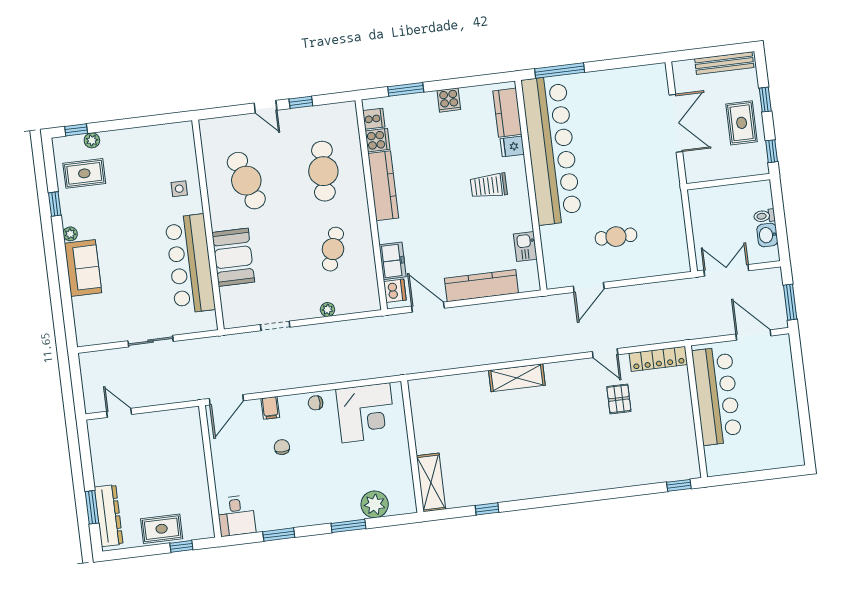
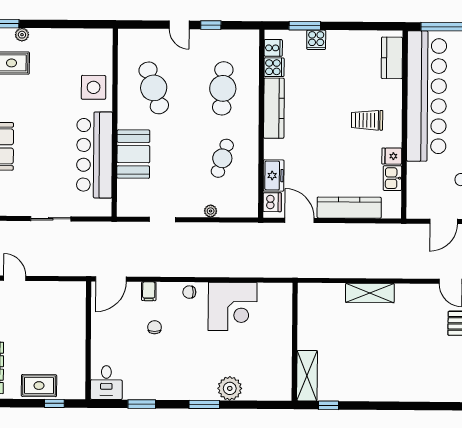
cooker: (449, 100) -> (316, 40), moved
fridge: (512, 146) -> (392, 156), moved
side table: (179, 189) -> (94, 87), width x1.87, depth x1.87
wall: (412, 447) -> (295, 342), moved
shelving: (431, 482) -> (307, 376), moved

